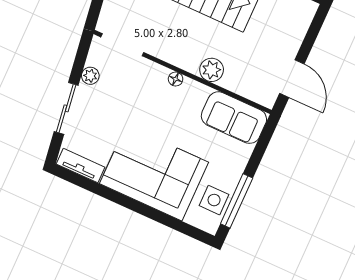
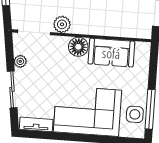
plant: (212, 70) -> (62, 24), moved
floor lamp: (176, 79) -> (78, 47), width x1.89, depth x1.89
sofa: (234, 118) -> (111, 53), moved

